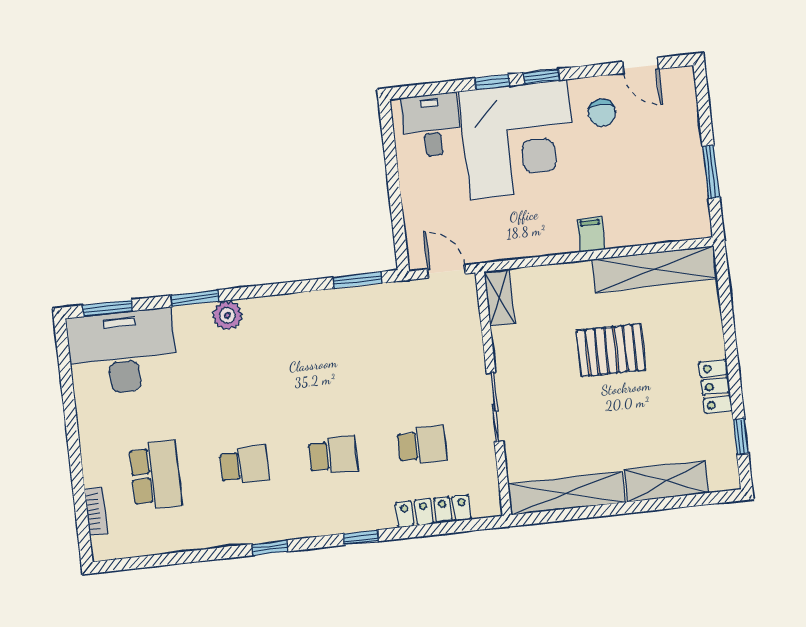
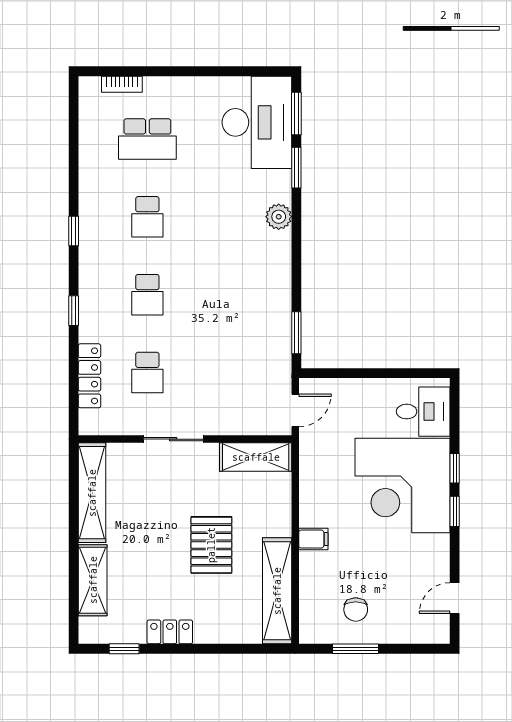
chair: (602, 113) -> (356, 609), moved, turned -90
window: (195, 298) -> (296, 168), moved
shelving: (499, 298) -> (256, 457), width x1.50, depth x1.33

